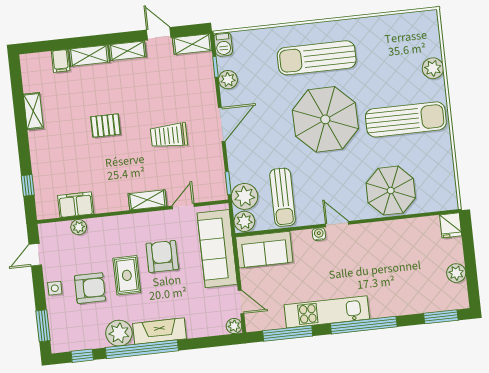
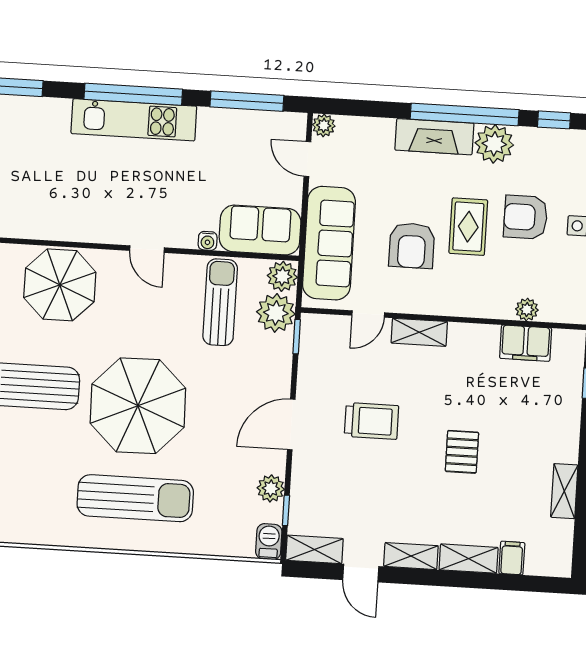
pallet: (106, 126) -> (462, 452), turned 90
water cooler: (319, 234) -> (208, 241), moved
kitchen unit: (327, 312) -> (134, 120), moved

